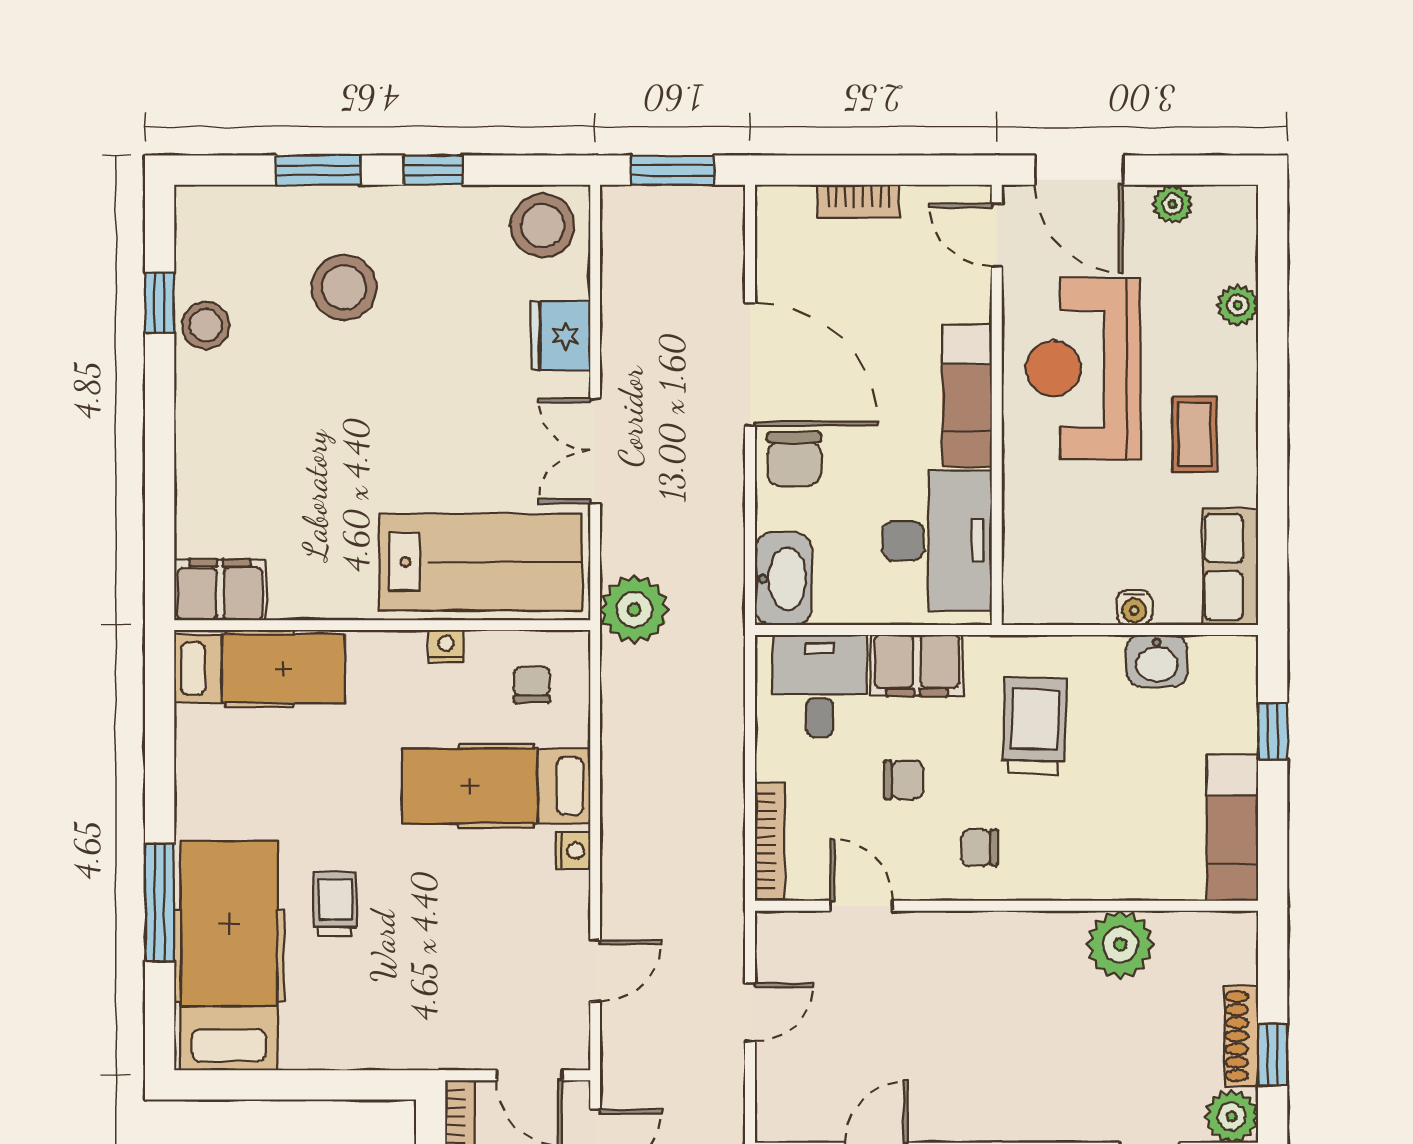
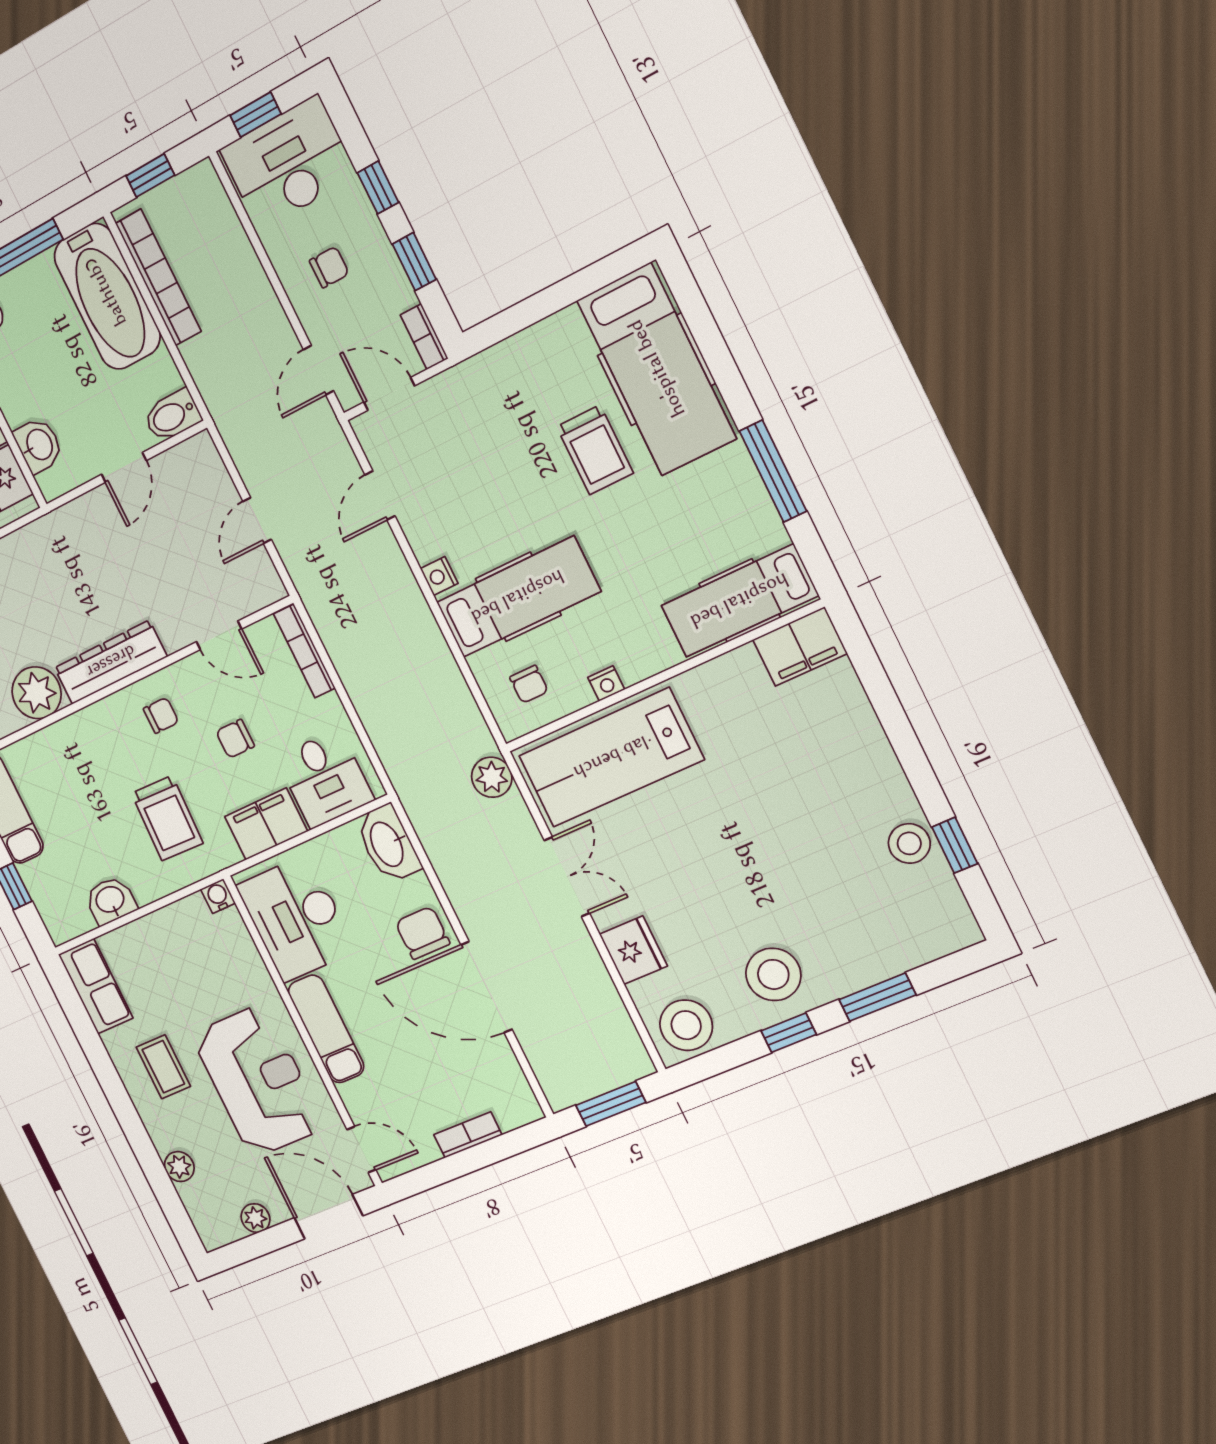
stool: (344, 287) -> (773, 974), moved
water cooler: (1134, 608) -> (218, 896), moved
plant: (634, 610) -> (492, 777), width x0.73, depth x0.73
window: (160, 902) -> (773, 471), moved
trolley: (335, 904) -> (595, 450), width x1.36, depth x1.39
dresser: (1009, 937) -> (111, 662), added

